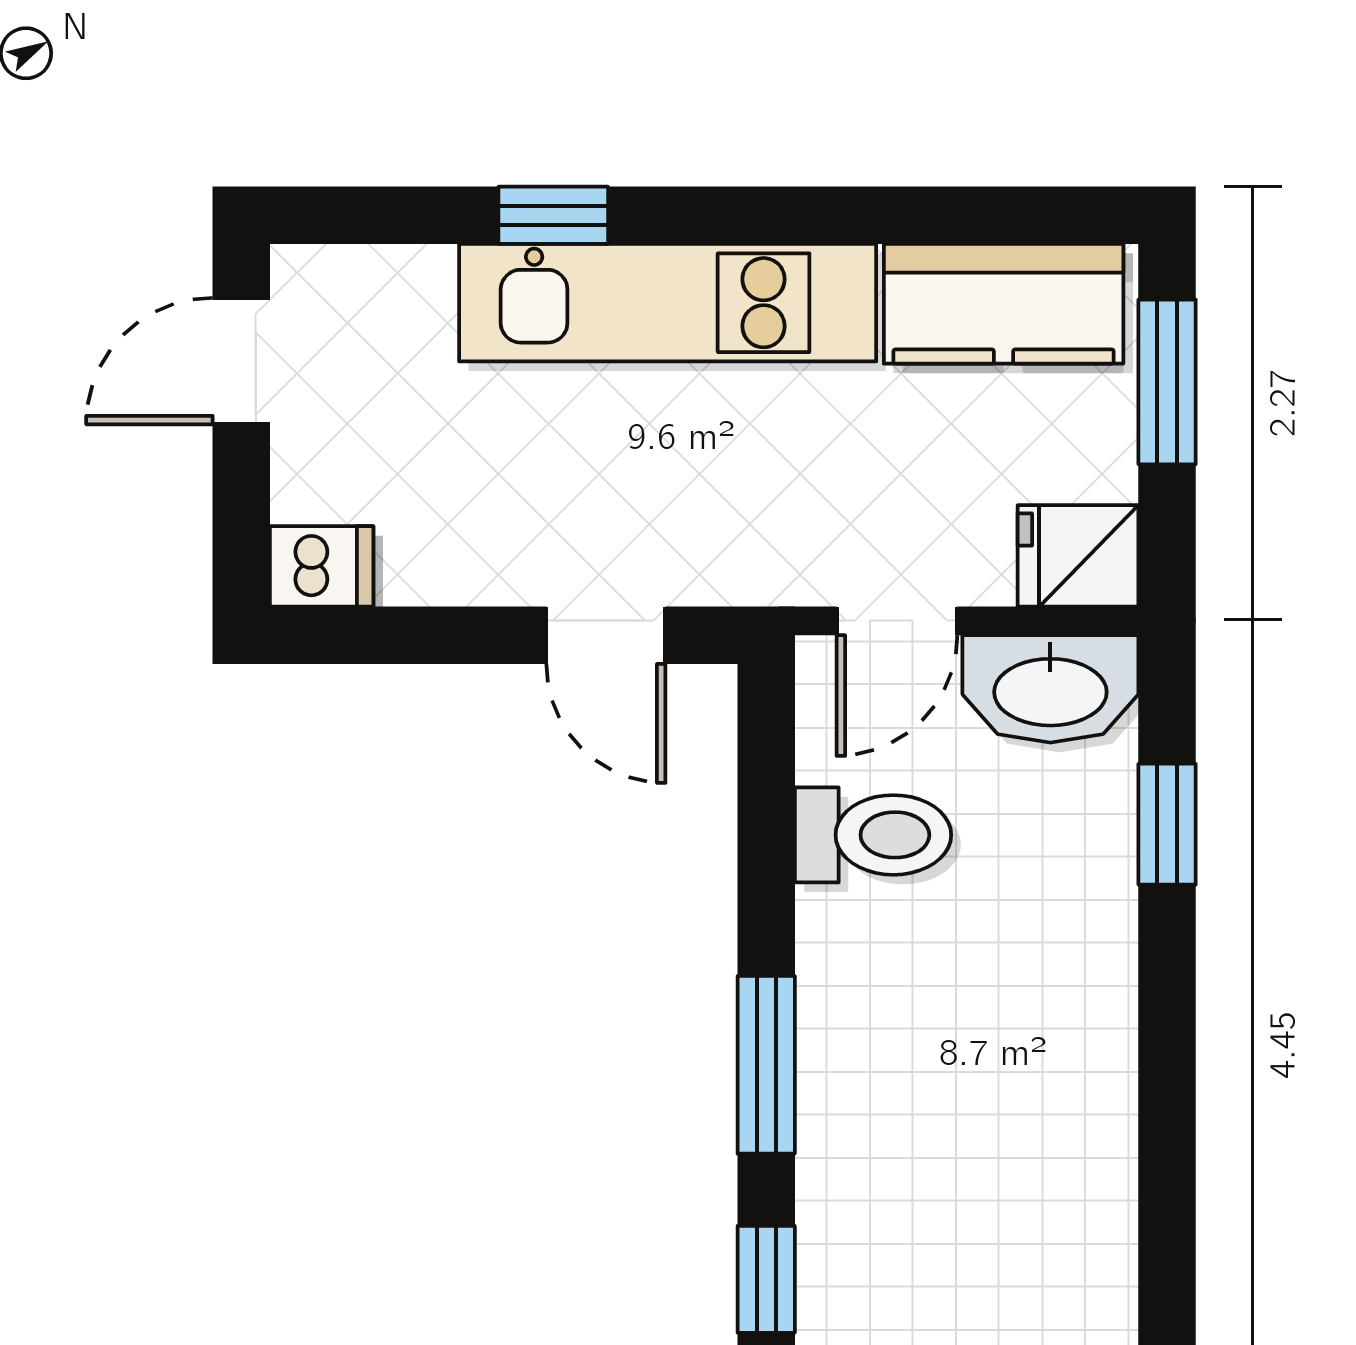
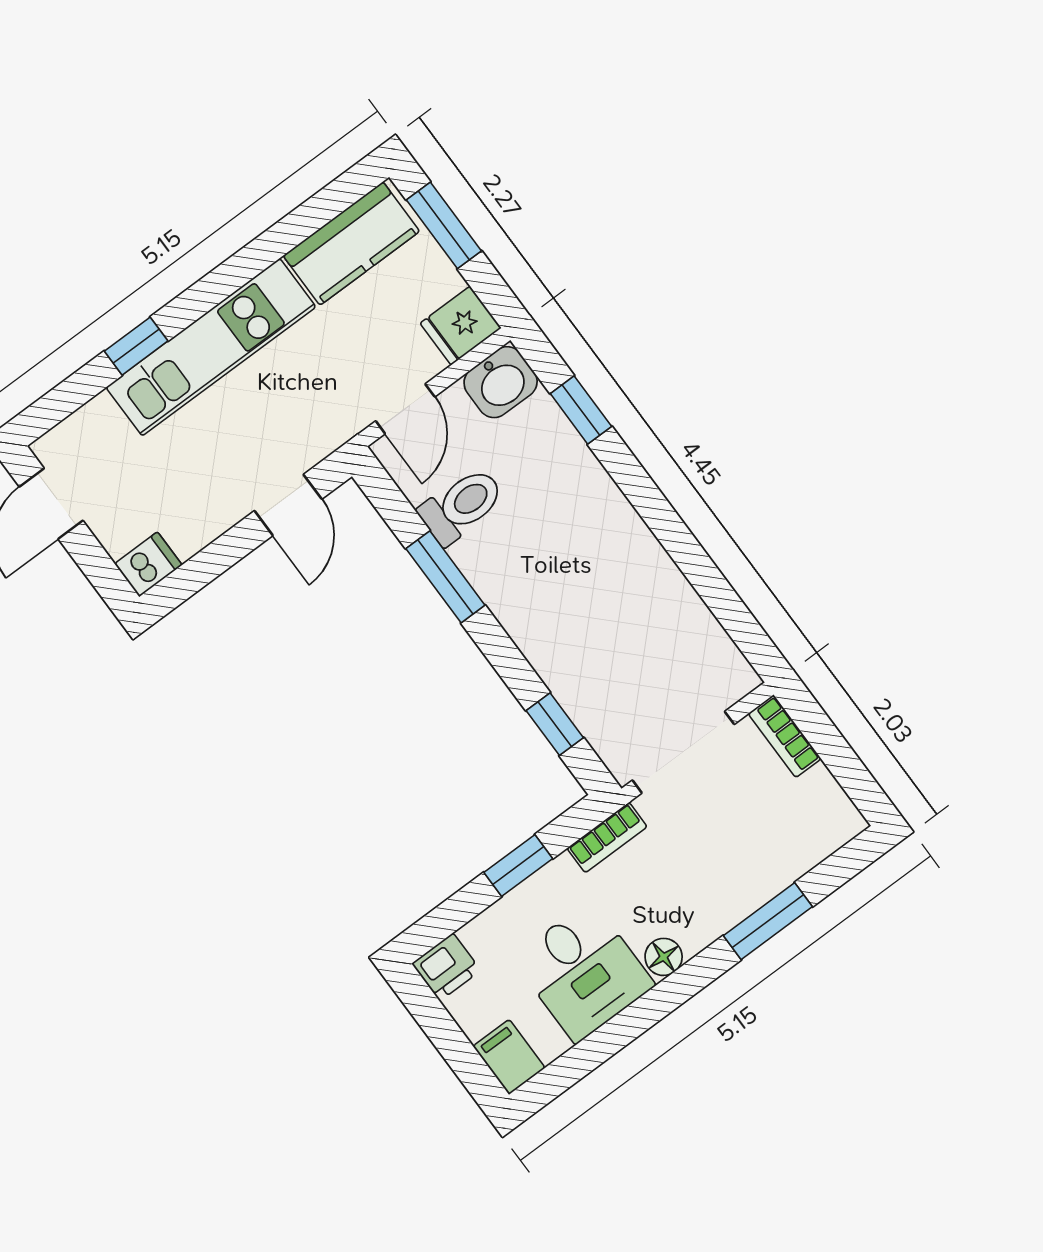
door: (606, 635) -> (288, 505), hinge flipped
washbasin: (1050, 689) -> (501, 382), width x0.72
window: (766, 1065) -> (445, 577), moved

